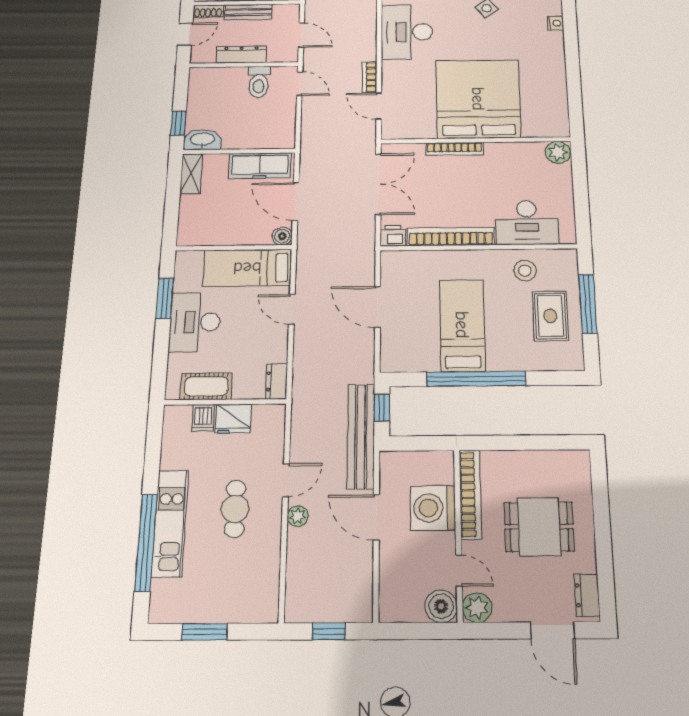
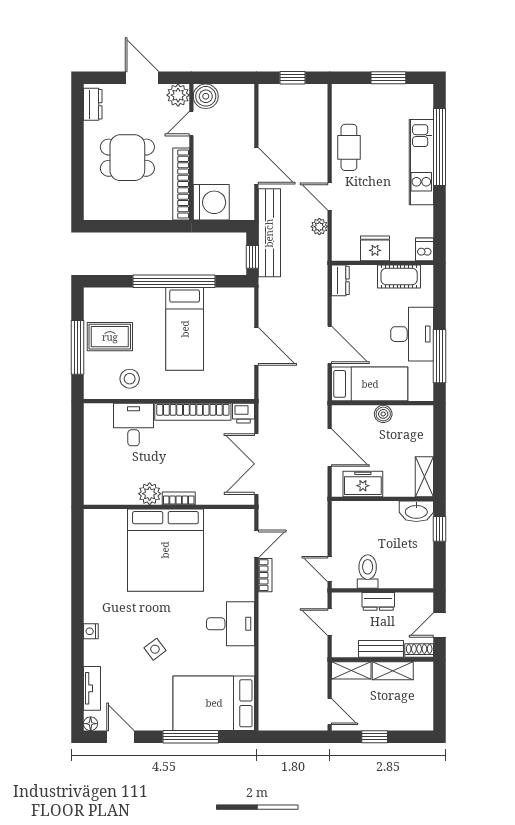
desk: (407, 32) -> (230, 624), width x0.73
dresser: (241, 55) -> (378, 601), width x0.70
door: (379, 106) -> (256, 544), hinge flipped
bookcase: (455, 149) -> (179, 498), width x0.64
plant: (558, 152) -> (150, 494), moved
freezer: (260, 166) -> (363, 484), width x0.71
desk: (527, 222) -> (134, 425), width x0.73
boiler: (282, 236) -> (383, 414), moved
window: (165, 298) -> (439, 356), width x1.44
door: (292, 309) -> (330, 345), width x1.38
rug: (550, 316) -> (110, 337), turned 90
dishwasher: (203, 418) -> (424, 249), moved
door: (286, 480) -> (330, 197), hinge flipped
washing machine: (433, 508) -> (211, 202), moved
cafe table: (235, 509) -> (349, 147), moved
plant: (298, 516) -> (319, 227), moved
door: (459, 571) -> (191, 124), hinge flipped
door: (552, 630) -> (142, 78), moved

